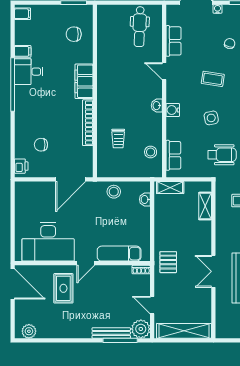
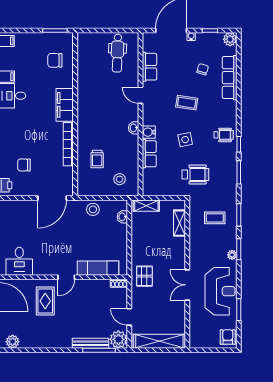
stool: (151, 152) -> (120, 179), moved
row of seats: (173, 155) -> (149, 154), moved
desk: (48, 242) -> (19, 261), width x0.53, depth x0.77

